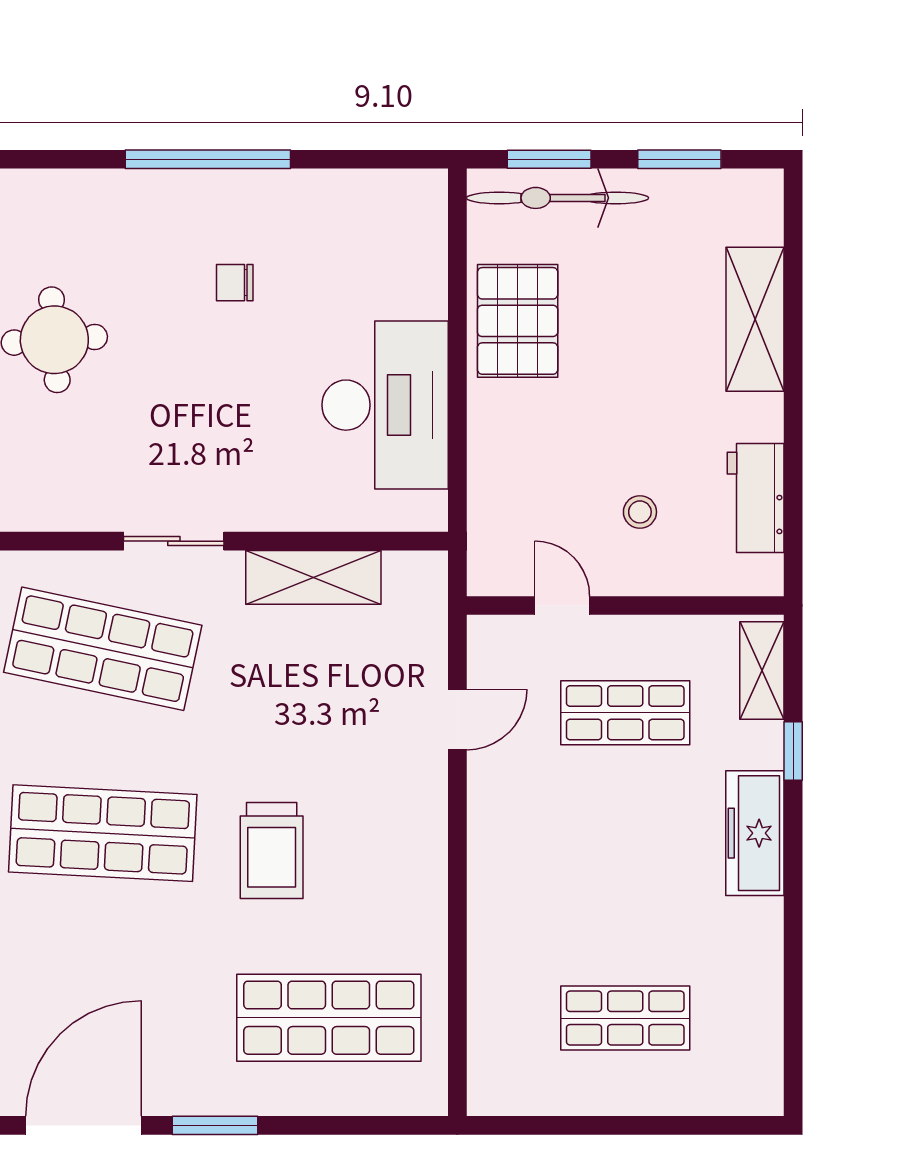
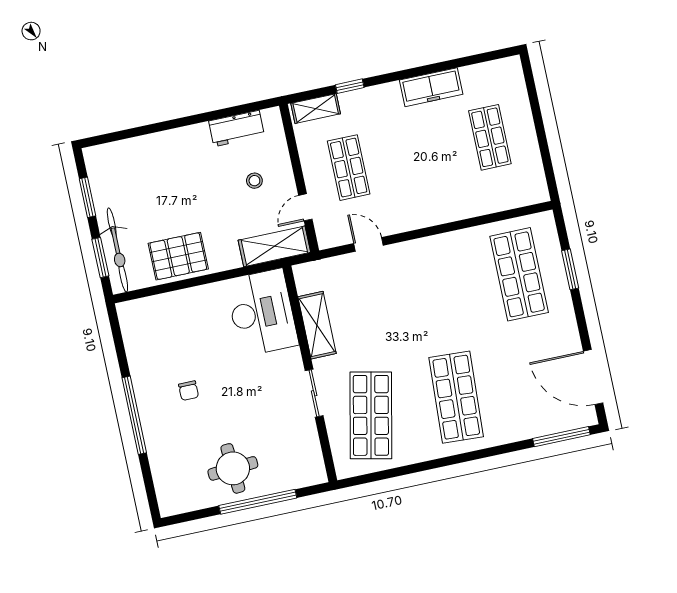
shelving: (755, 319) -> (274, 246), moved
desk: (385, 405) -> (262, 313), moved, turned 90
freezer: (755, 833) -> (431, 87), moved
trolley: (272, 851) -> (447, 317), removed
window: (215, 1125) -> (570, 269), moved

